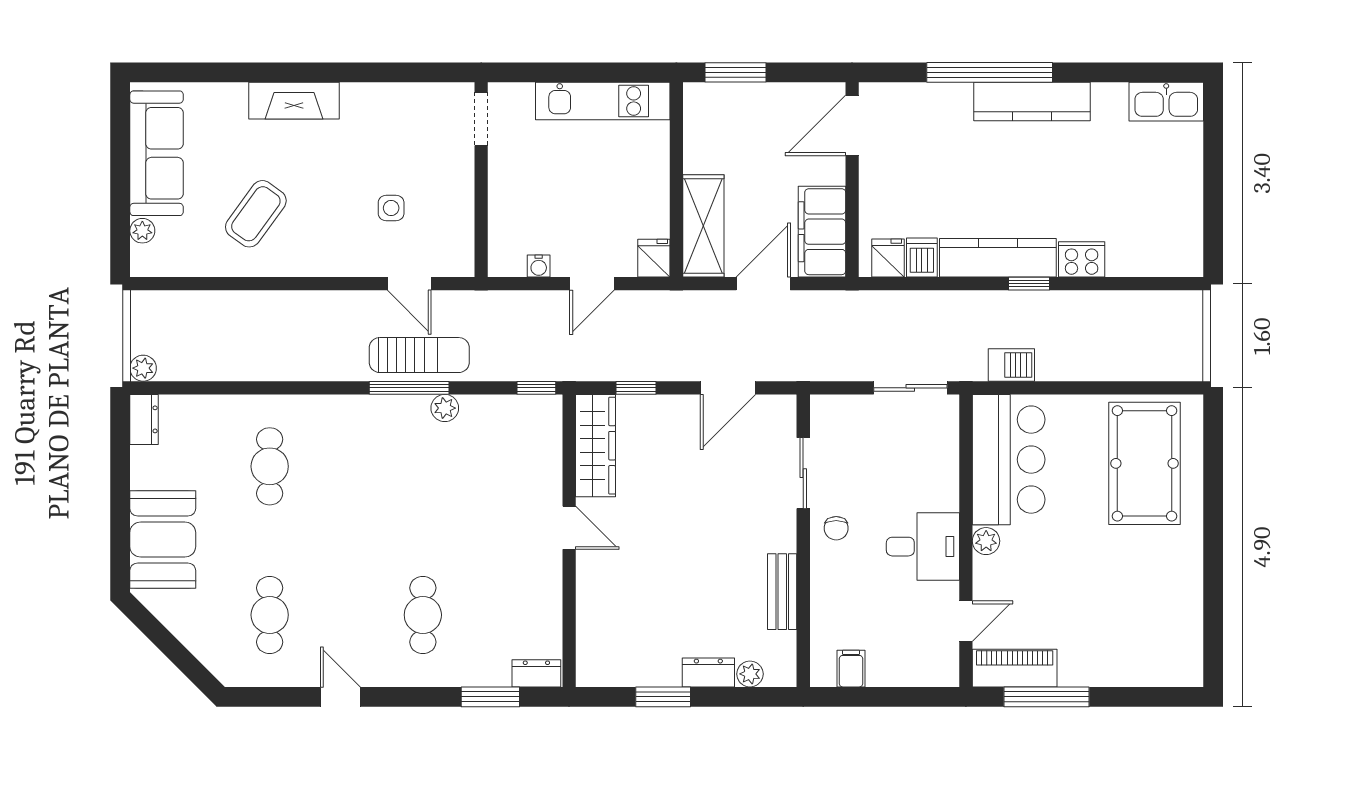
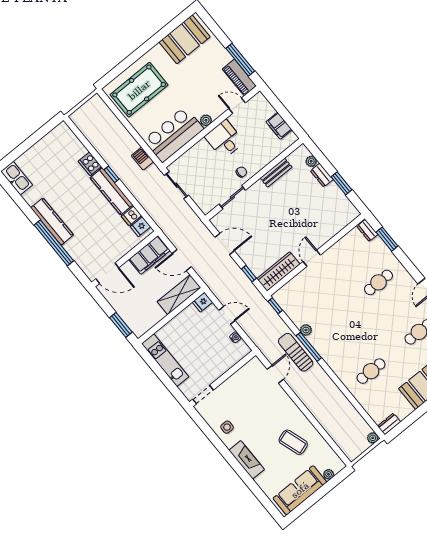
side table: (391, 208) -> (227, 427), moved
coffee table: (256, 214) -> (293, 442), turned 36
booth: (1169, 624) -> (185, 39), added
filing cabinet: (851, 669) -> (279, 126), width x2.00

